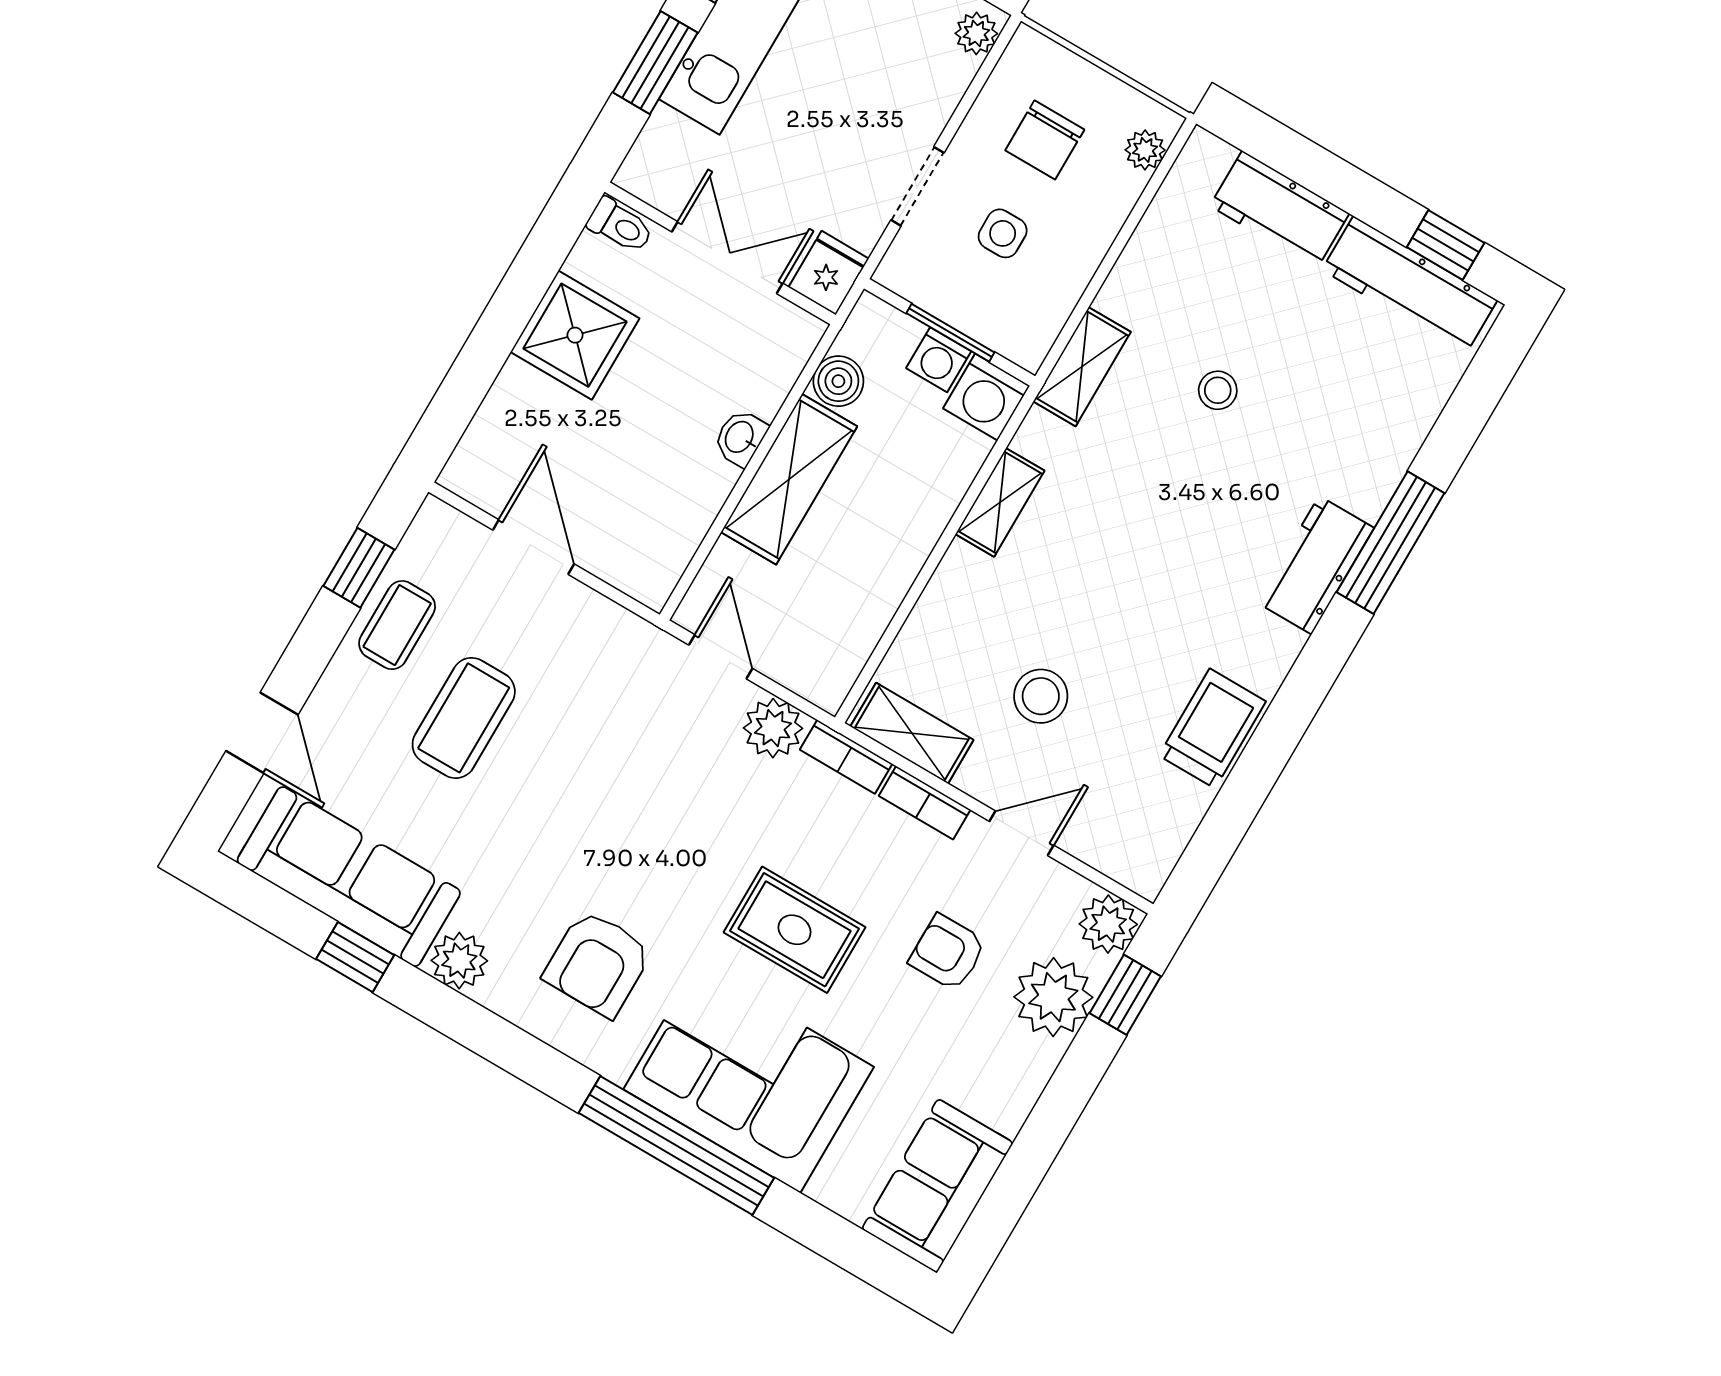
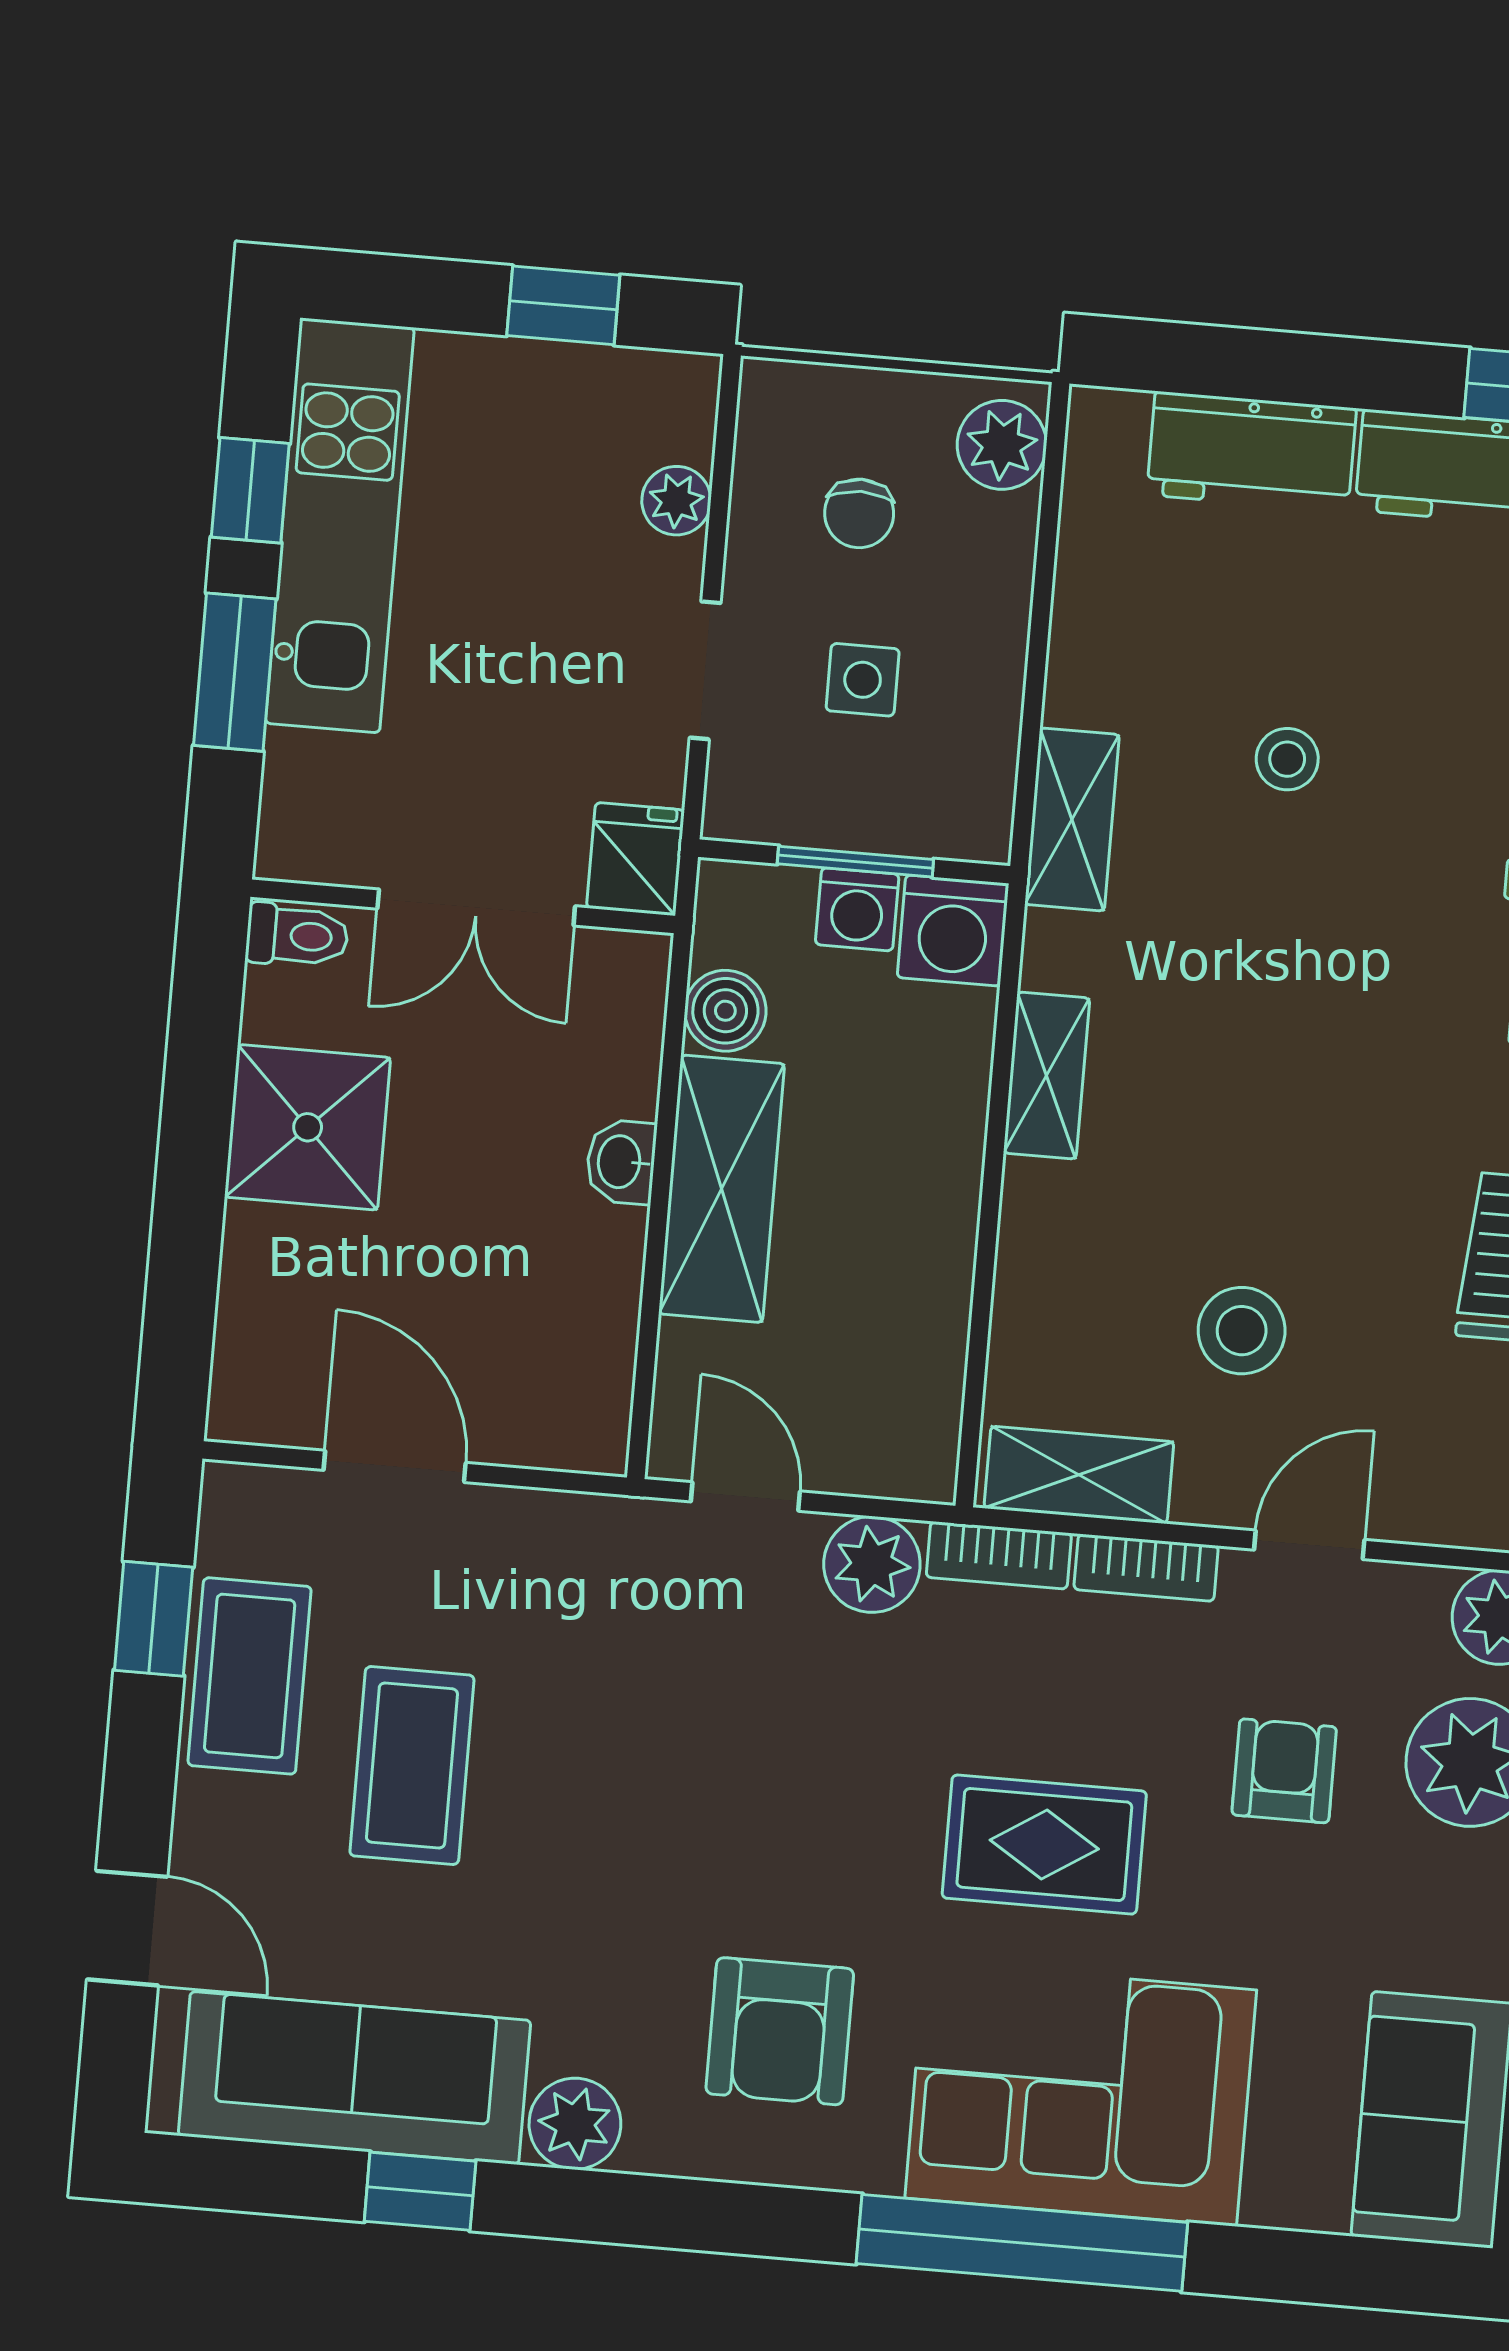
plant: (976, 33) -> (676, 501), moved
chair: (1045, 140) -> (859, 513), width x0.73, depth x0.73
plant: (1145, 150) -> (1002, 445), width x1.38, depth x1.38
double door: (727, 258) -> (476, 907), swing flipped
coffee table: (397, 625) -> (250, 1676), width x1.36, depth x1.30
armchair: (948, 952) -> (1284, 1771), turned 90

